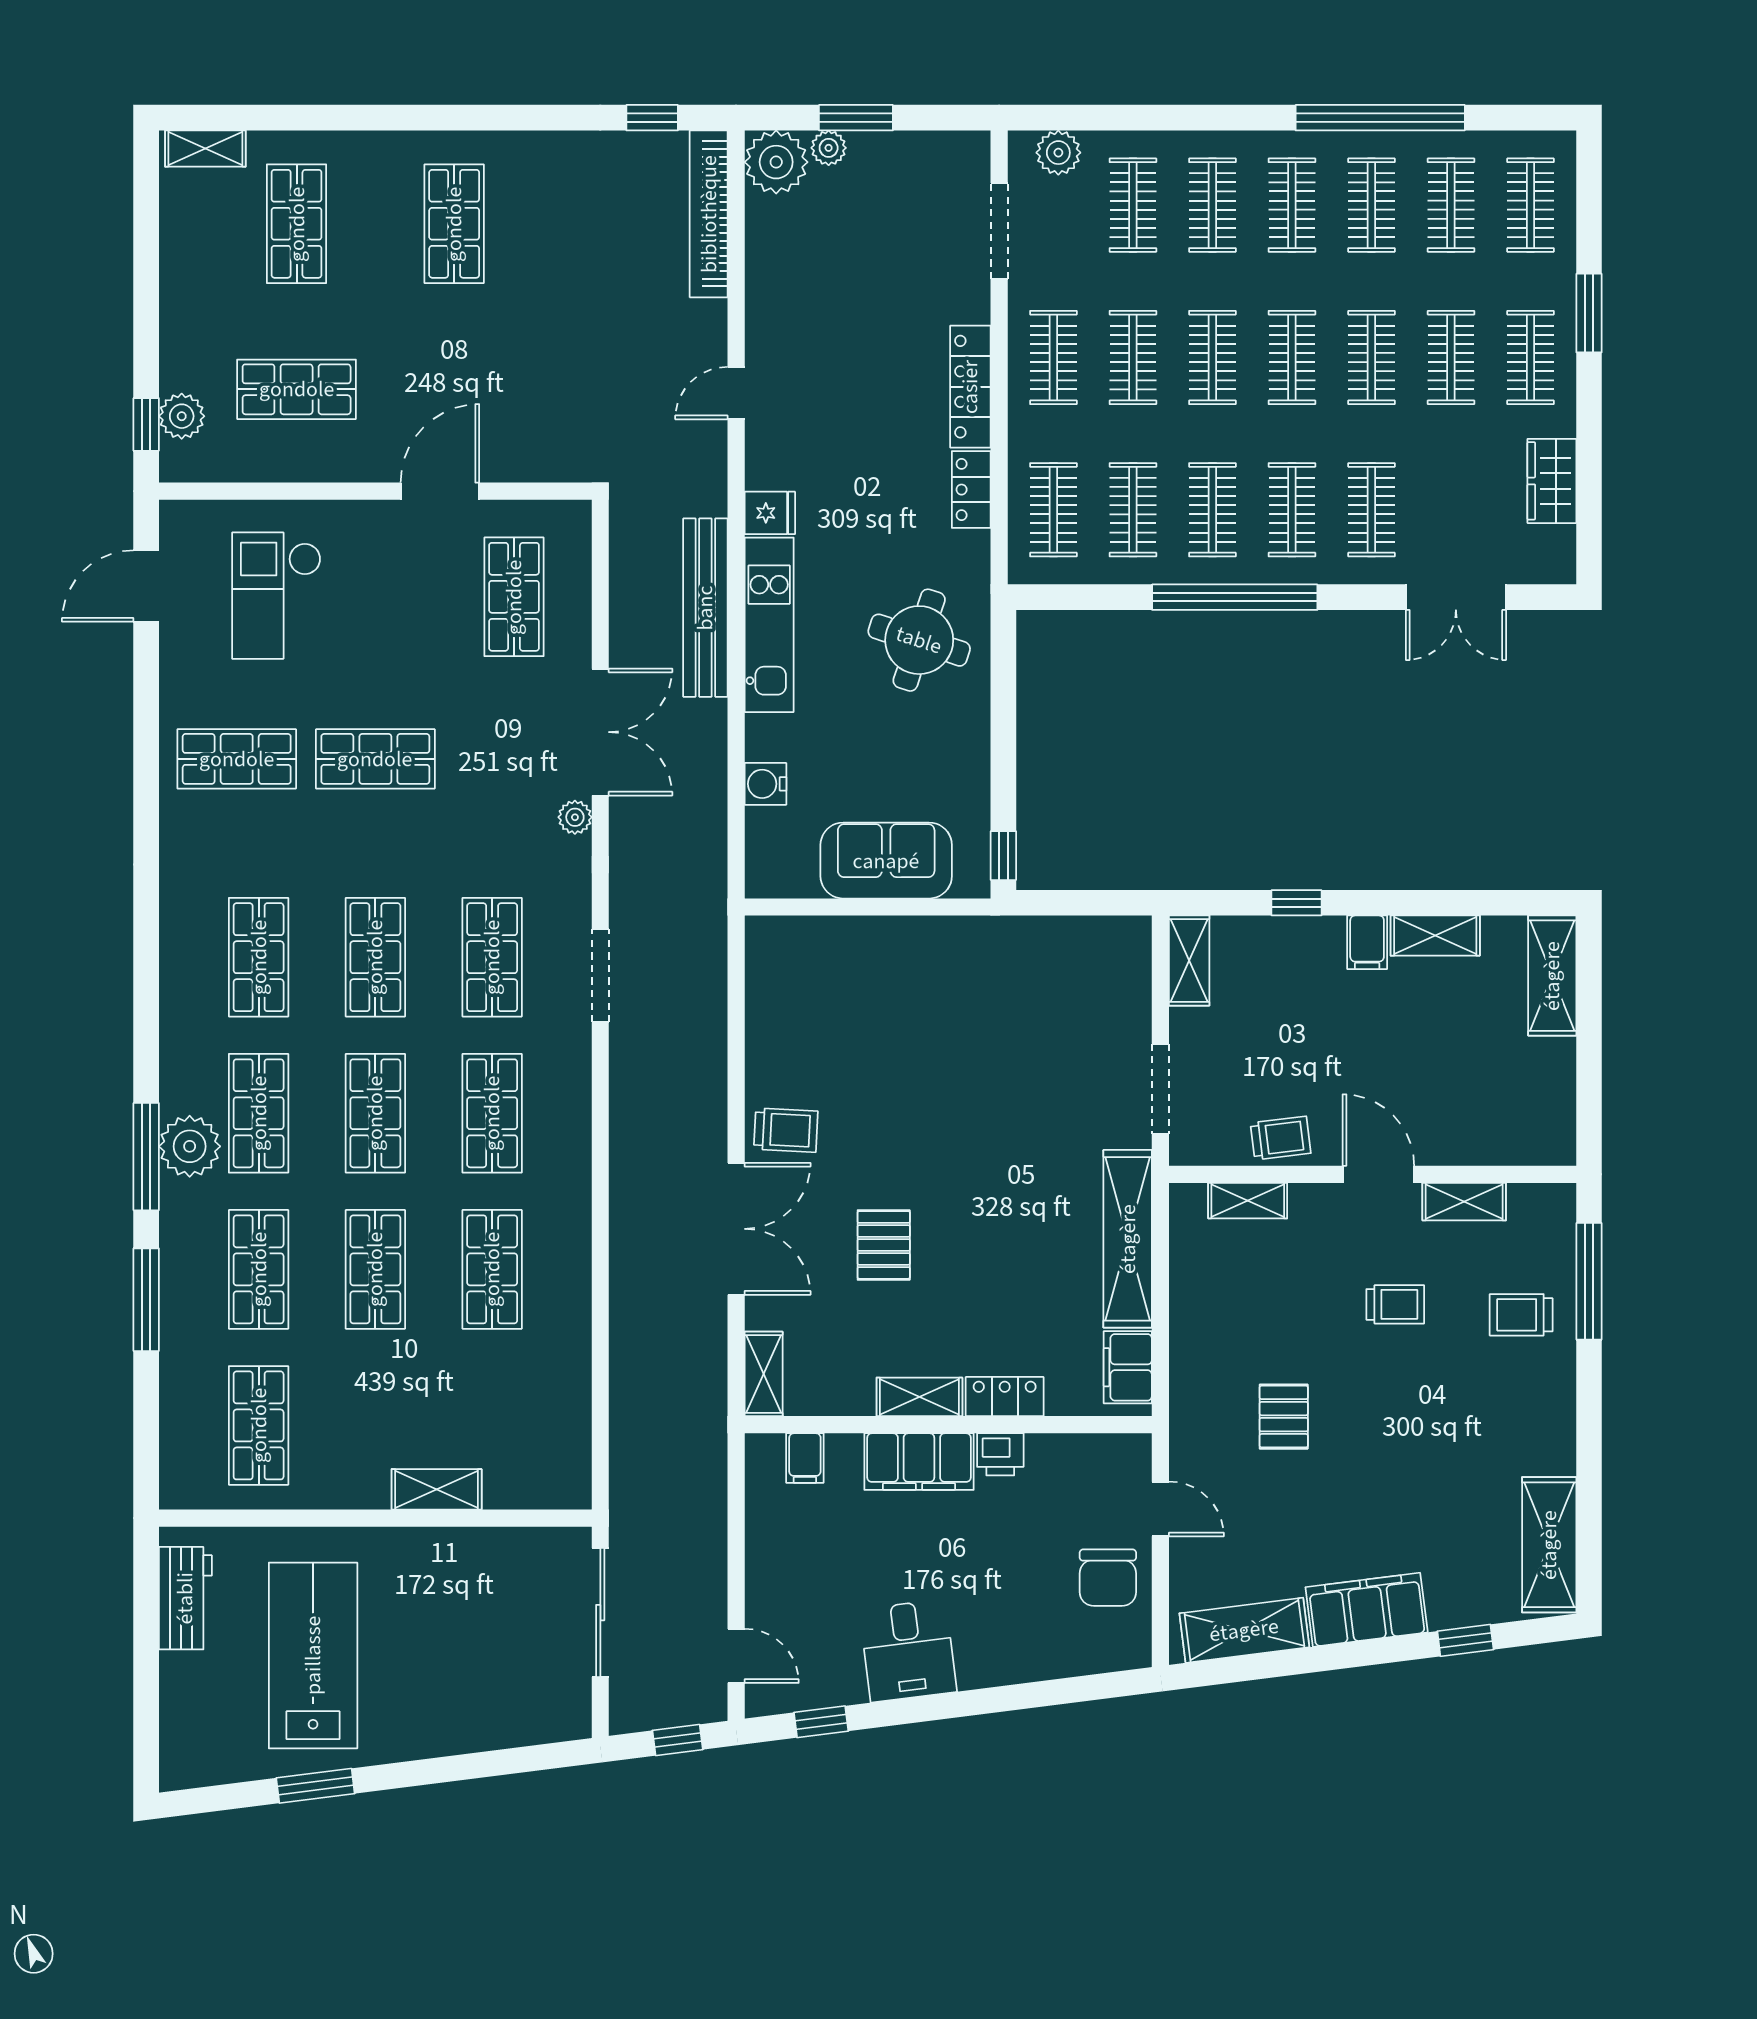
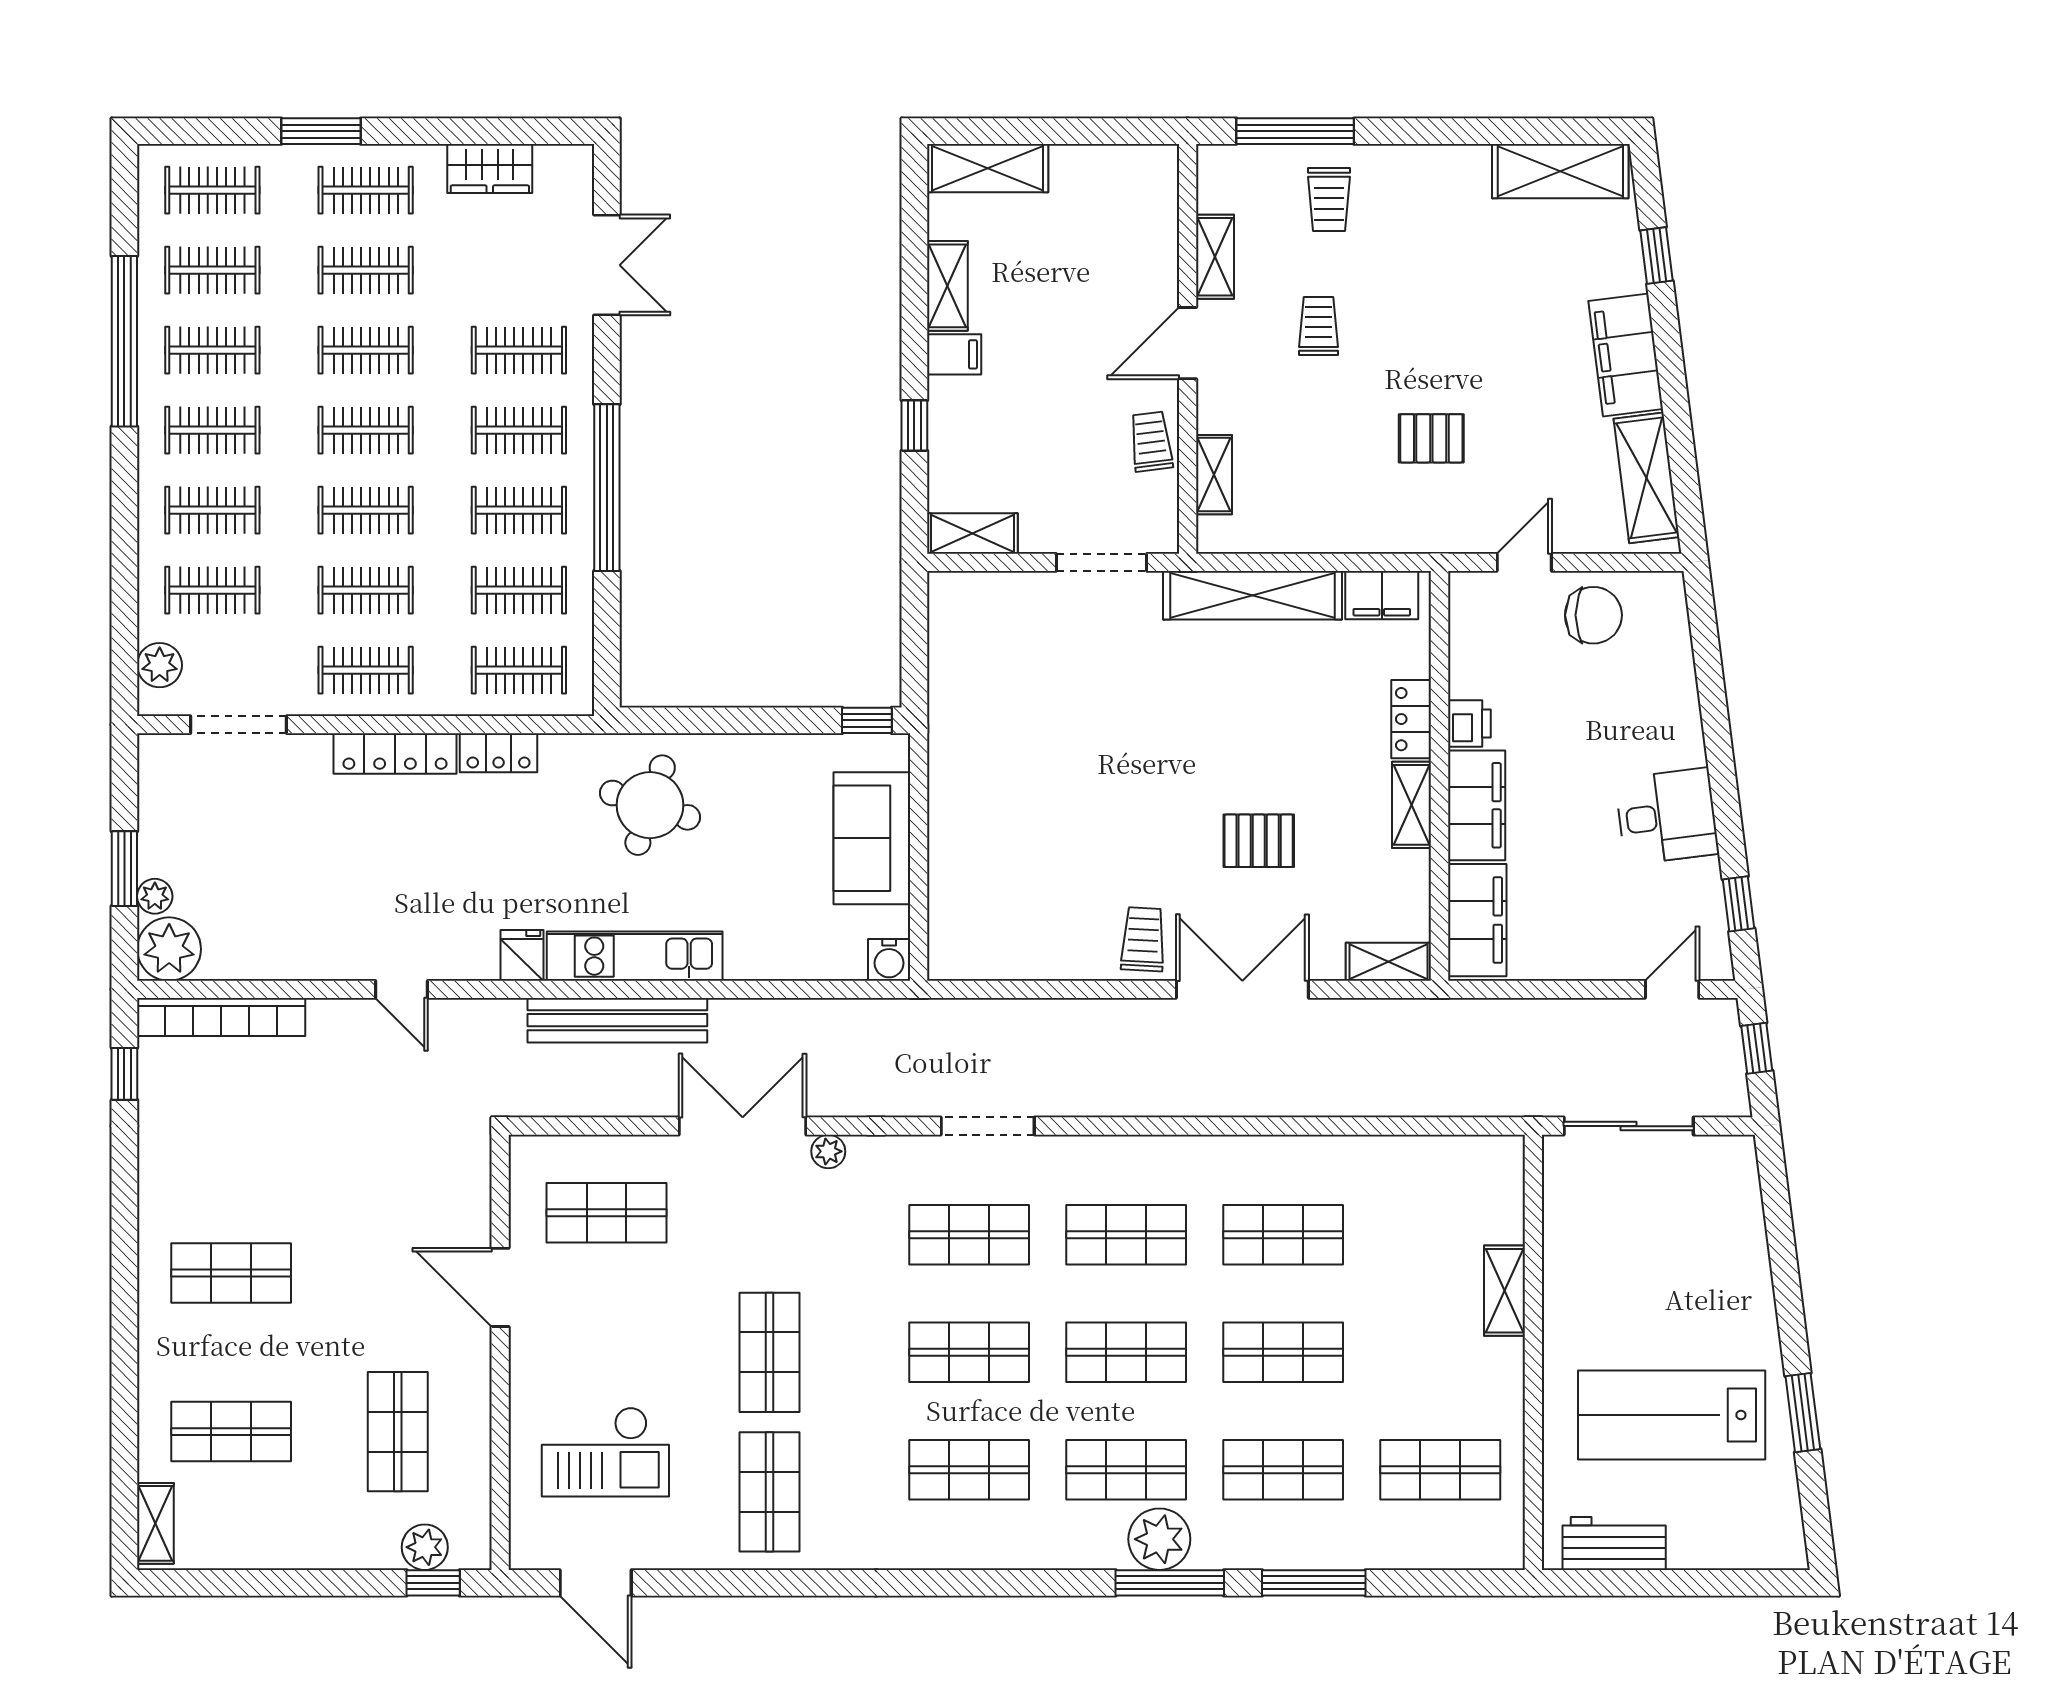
water cooler: (765, 784) -> (889, 960), moved
filing cabinet: (805, 1458) -> (1477, 920), width x3.00, depth x1.17

